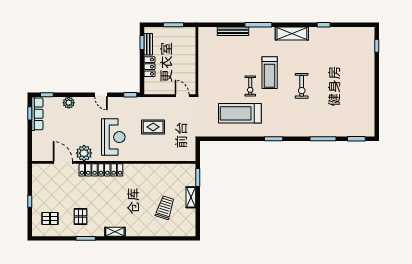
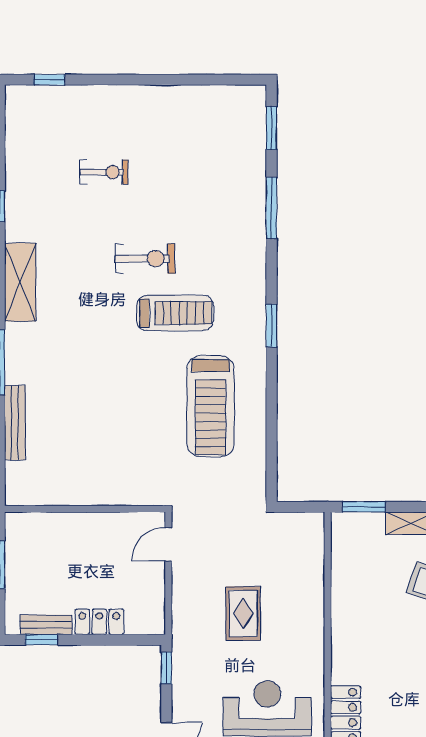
treadmill: (270, 73) -> (175, 313), moved
exercise bike: (250, 86) -> (104, 172), moved

